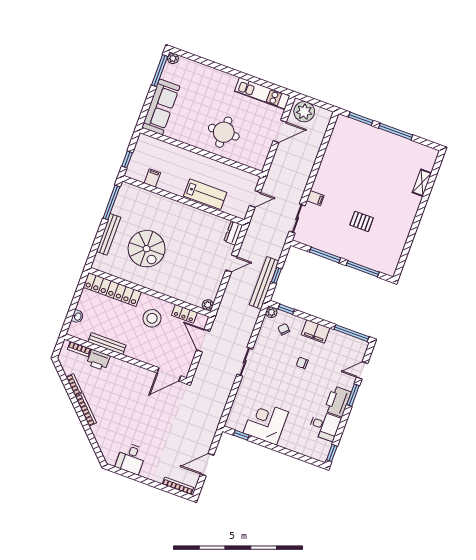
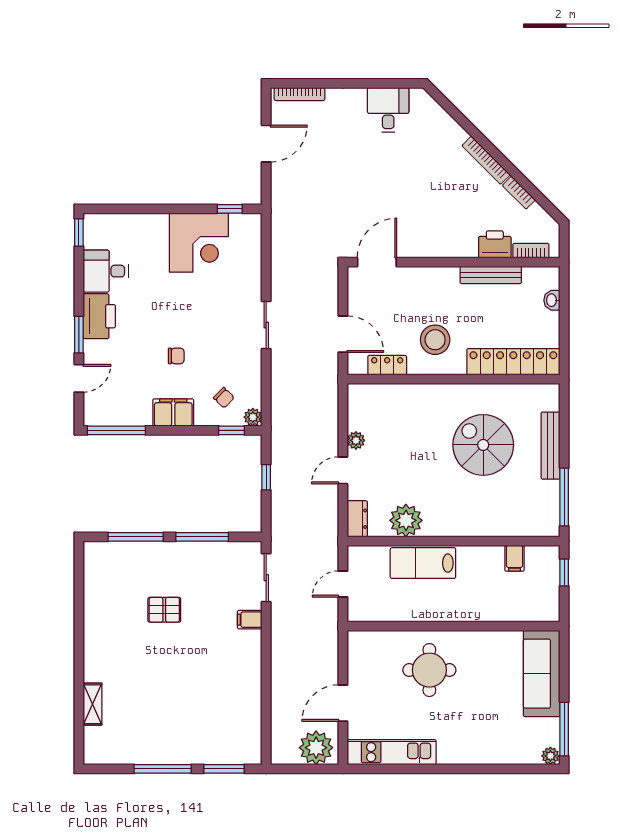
plant: (206, 222) -> (406, 520), added
bench: (264, 283) -> (281, 459), removed
plant: (208, 305) -> (356, 440), moved

